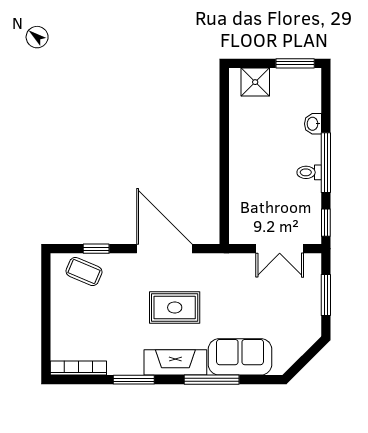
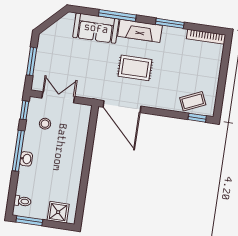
washbasin: (313, 124) -> (26, 159), moved
toilet: (309, 172) -> (22, 201), moved
stool: (293, 207) -> (45, 124), added
window: (96, 249) -> (197, 118), moved
door: (164, 249) -> (122, 107), moved
coffee table: (84, 272) -> (193, 101), turned -47

